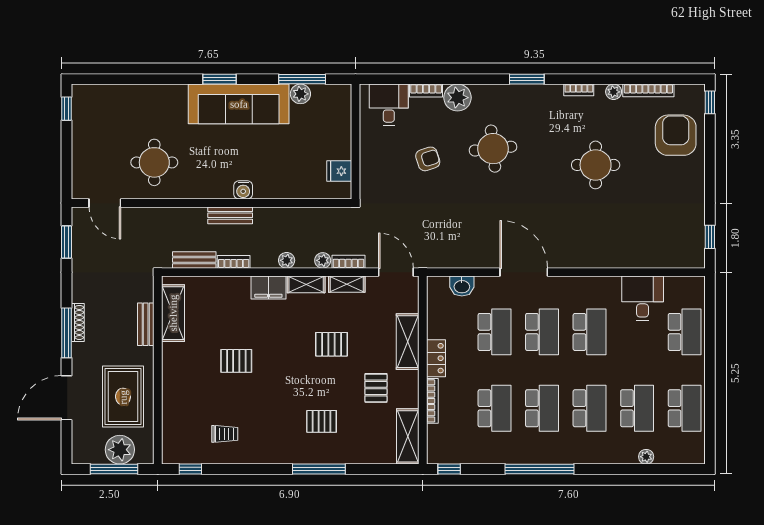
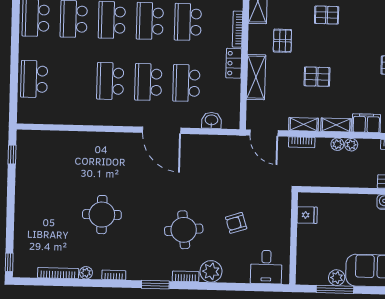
bookcase: (426, 90) -> (186, 276), moved
armchair: (676, 135) -> (37, 237), removed
plant: (323, 260) -> (337, 144), moved
desk: (643, 298) -> (67, 107), removed

